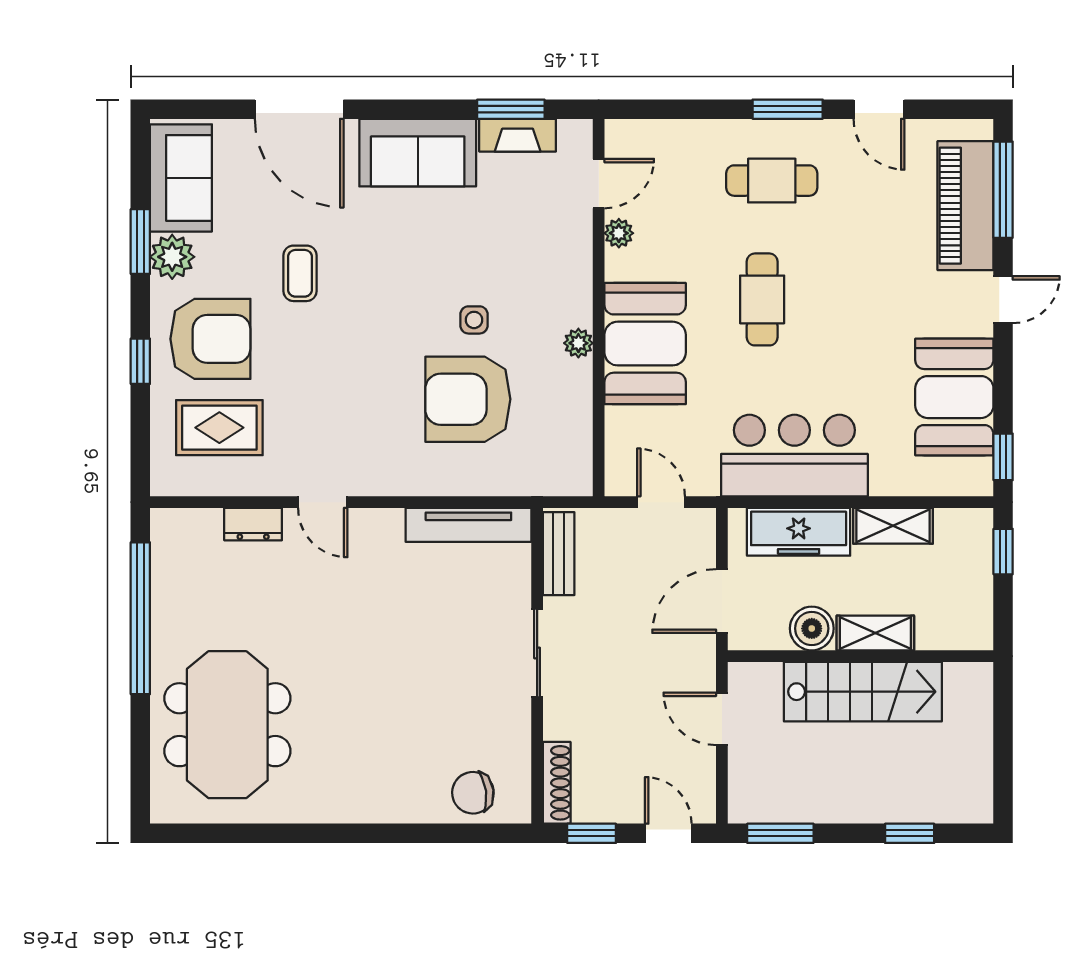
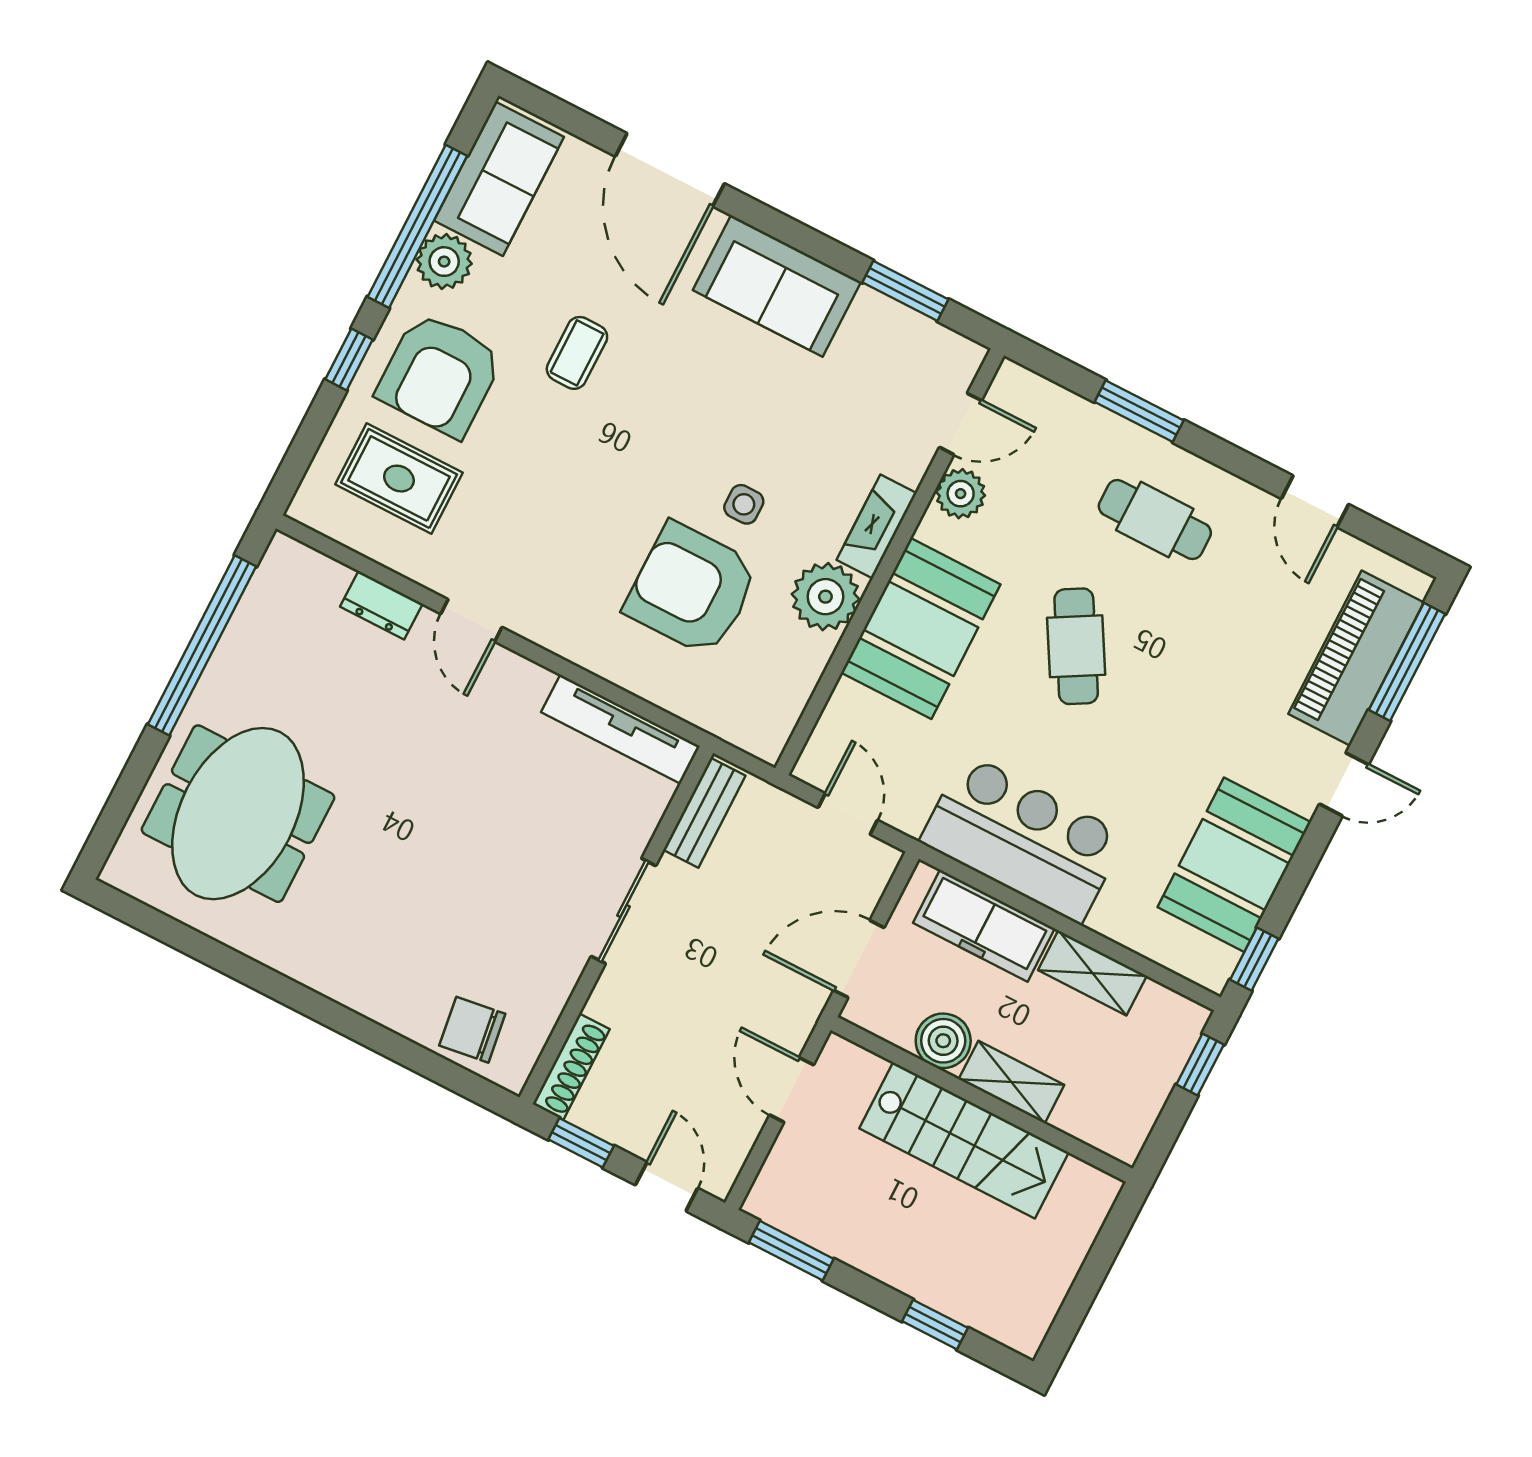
window: (788, 109) -> (1139, 411), moved
fireplace: (518, 135) -> (877, 526), moved, turned 90
plant: (619, 233) -> (961, 494), width x1.38, depth x1.38
window: (140, 242) -> (417, 226), width x2.11
cafe table: (762, 299) -> (1076, 646), turned -30
armchair: (210, 339) -> (440, 375), turned 90
plant: (578, 343) -> (825, 597), width x1.88, depth x1.88

